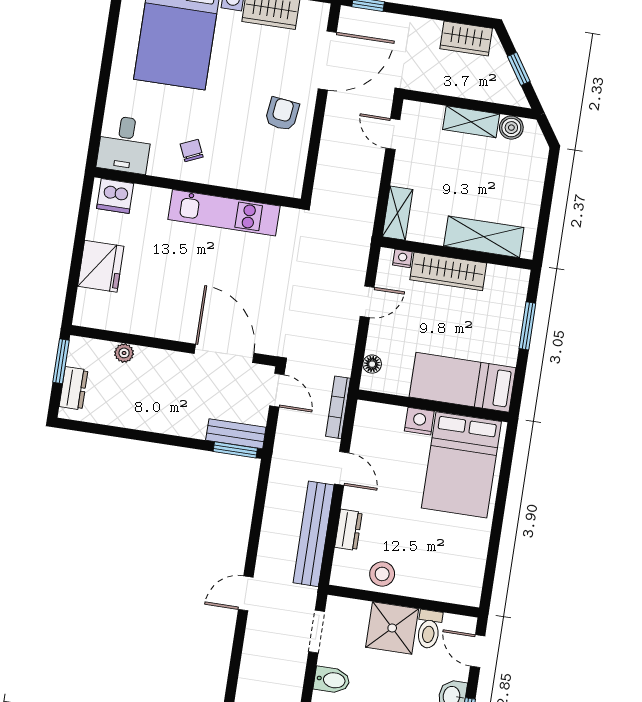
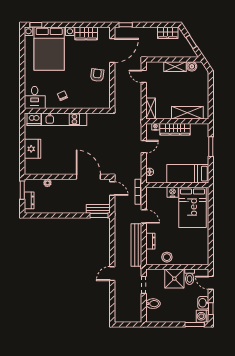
kitchen unit: (224, 213) -> (64, 119), moved

